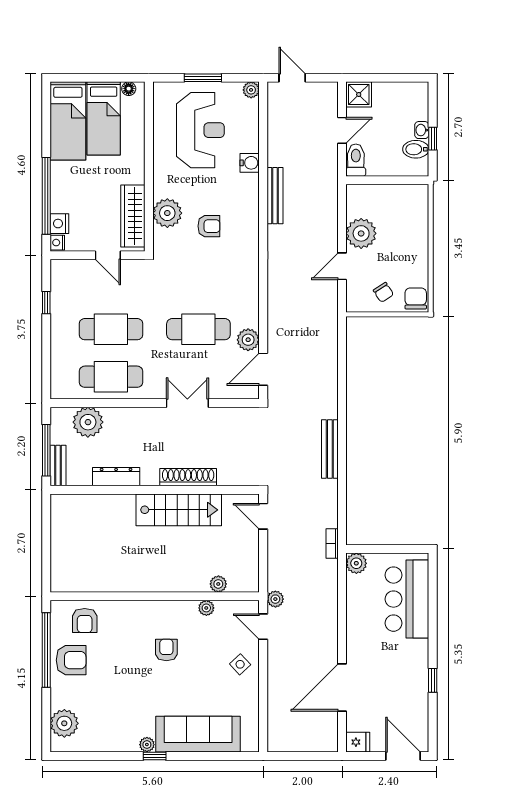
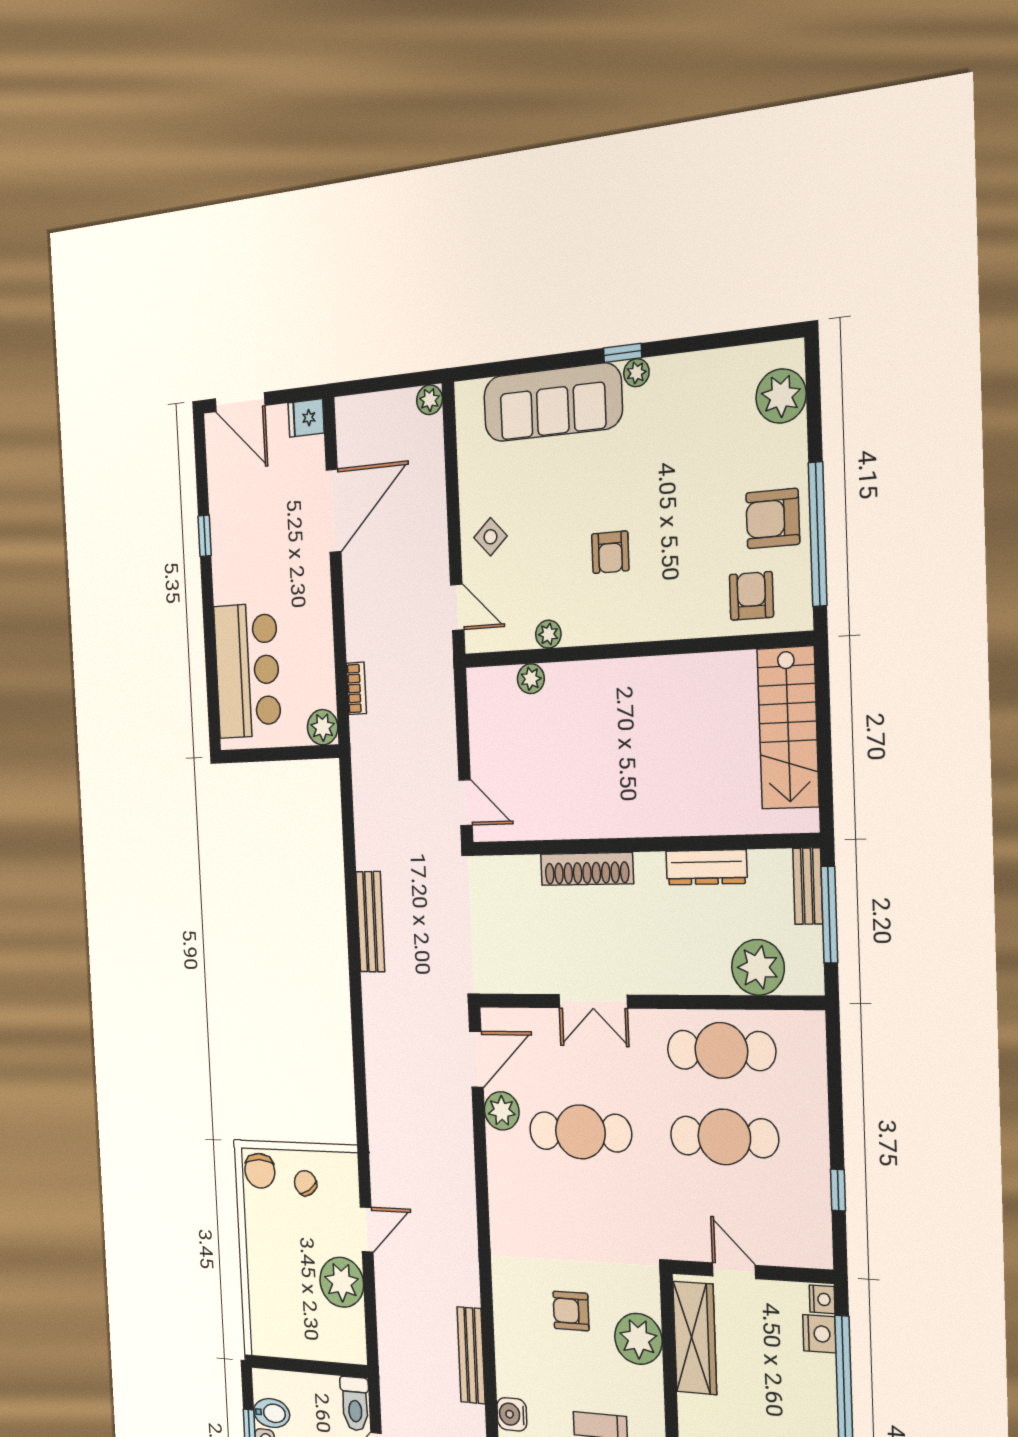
stairs: (179, 510) -> (788, 728), moved, turned -90
bookcase: (332, 544) -> (356, 688), moved
plant: (275, 599) -> (430, 400), moved

